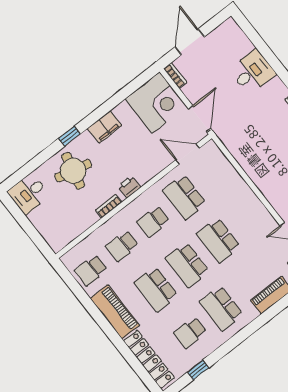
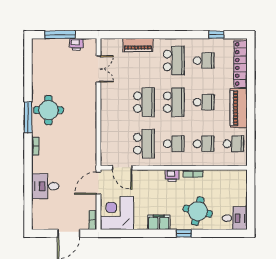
school desk: (156, 289) -> (204, 102), width x0.54

